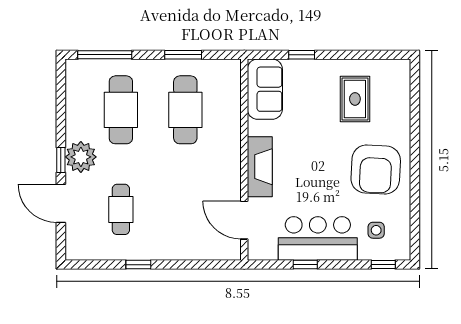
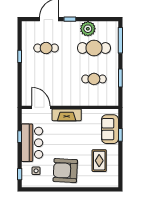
sofa: (265, 89) -> (110, 129), moved, turned 90
rug: (355, 99) -> (99, 161), turned 90
cafe table: (185, 110) -> (94, 79), width x0.73, depth x0.74
plant: (81, 157) -> (88, 29), moved
door: (244, 220) -> (41, 107), hinge flipped

